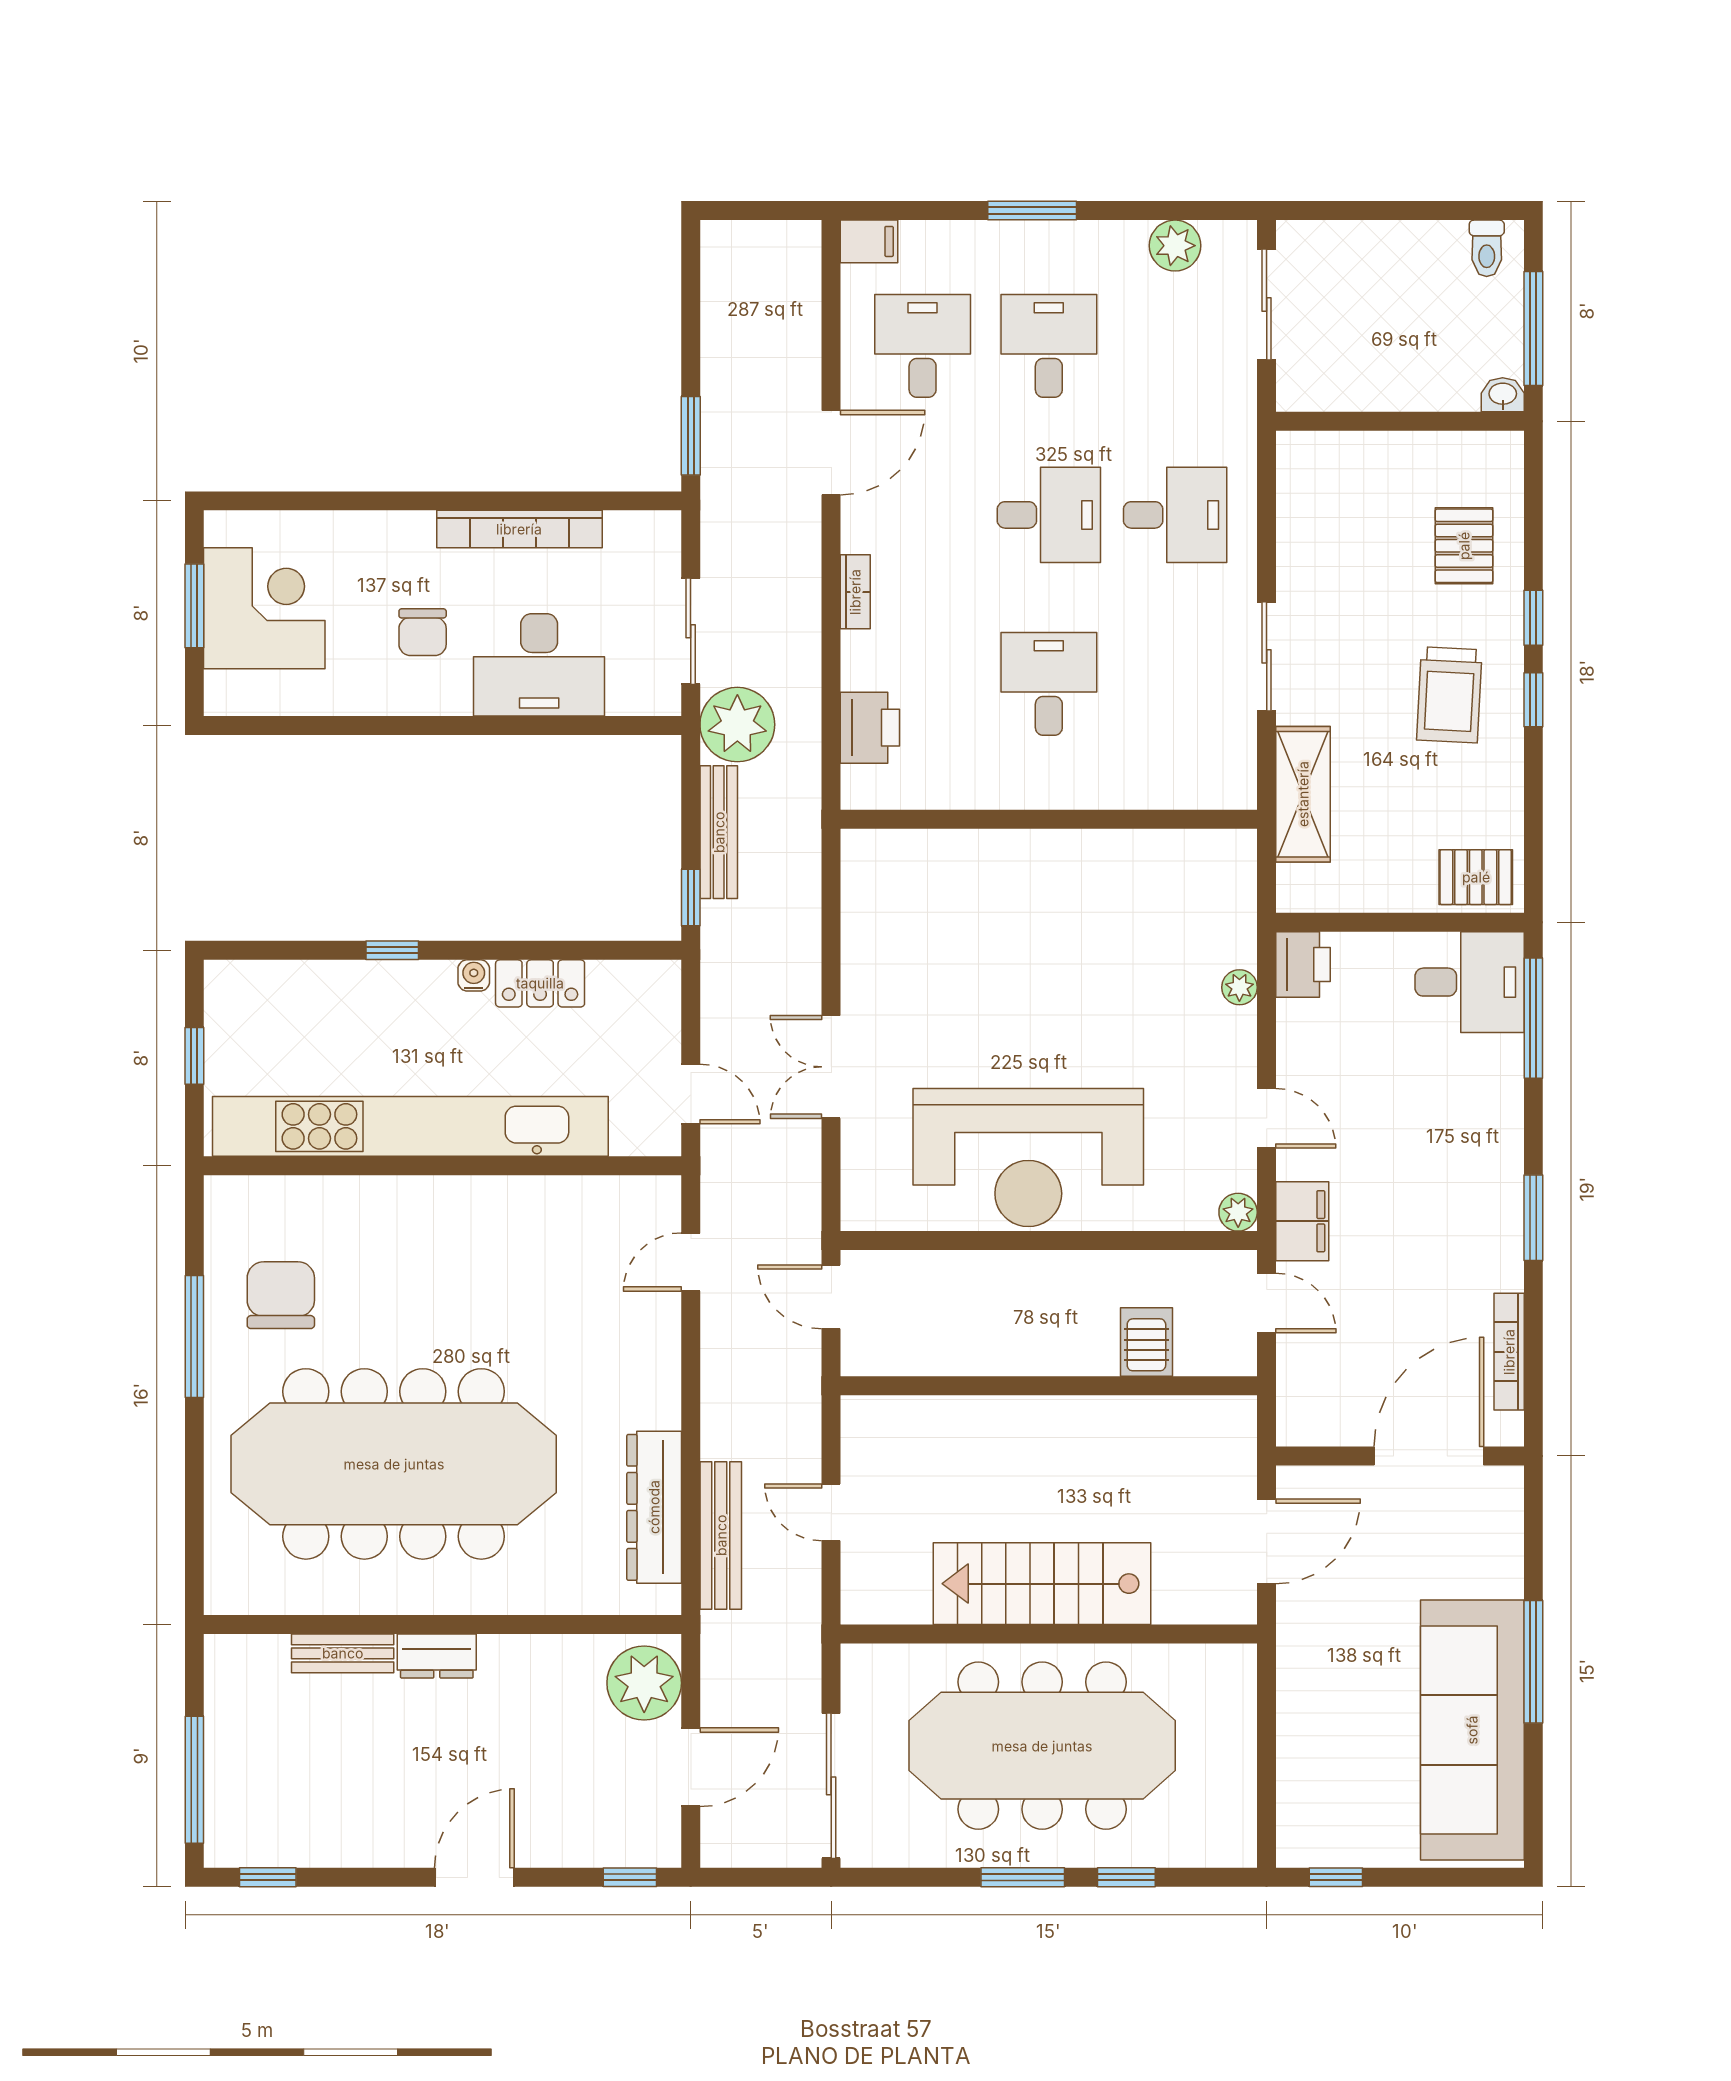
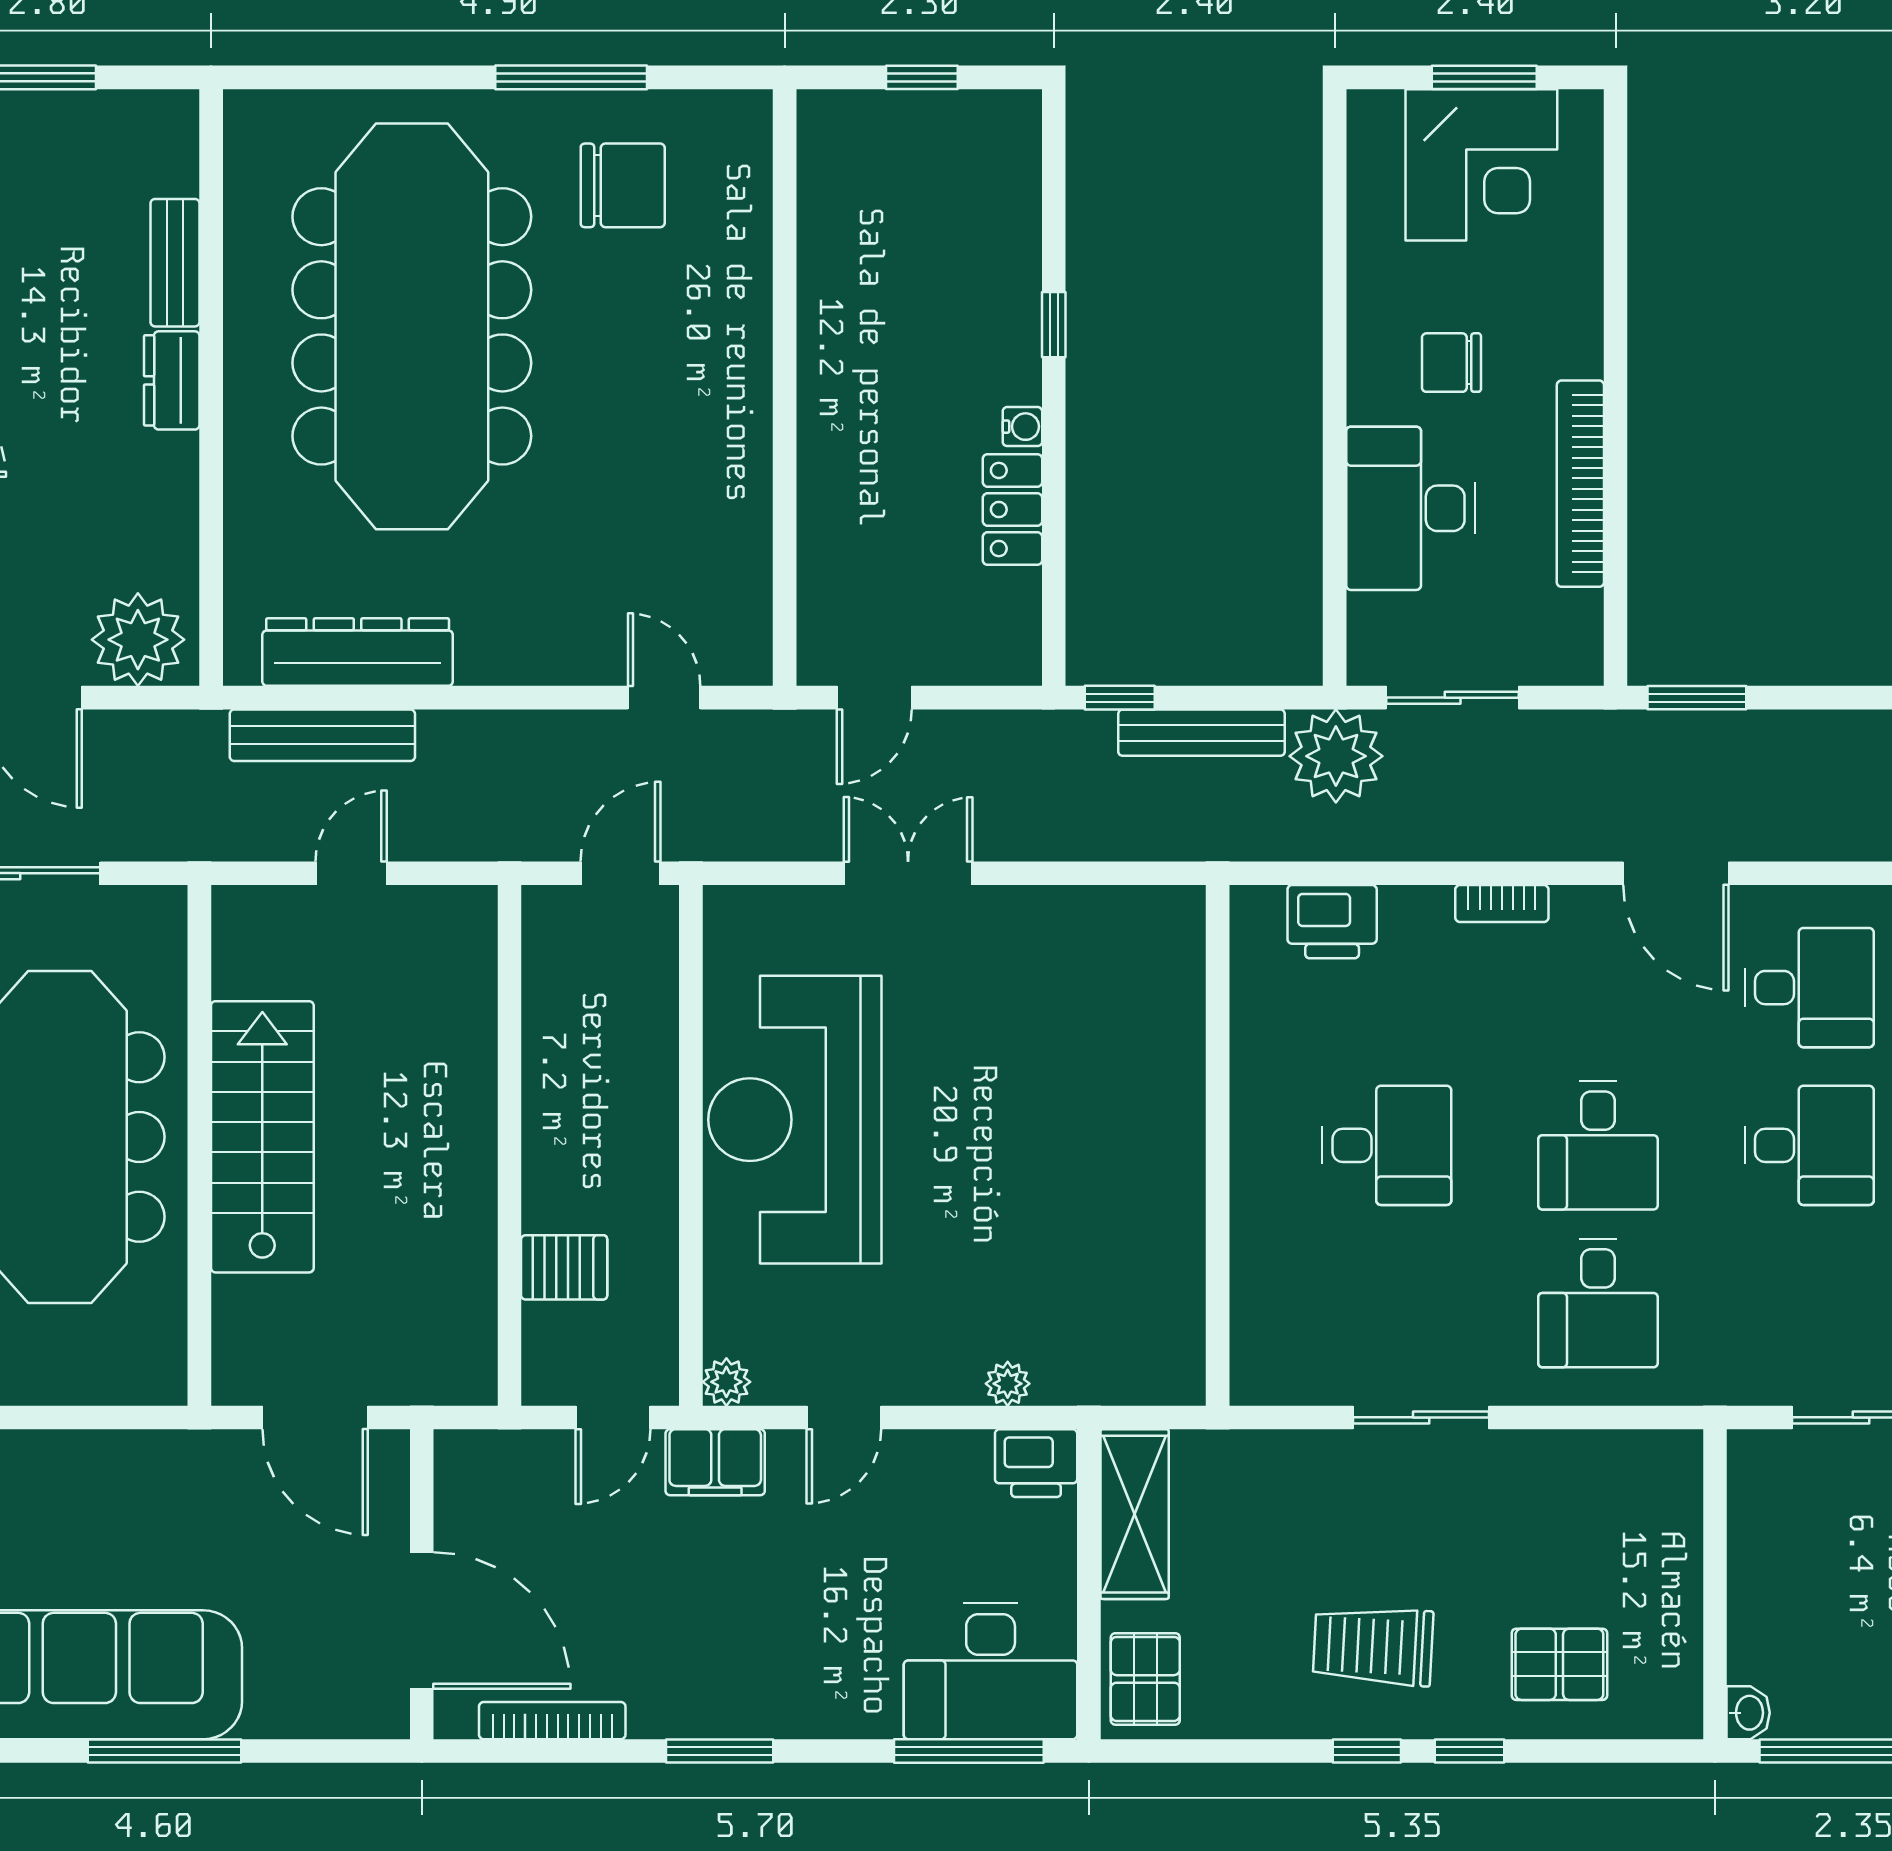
shelving: (1303, 794) -> (1135, 1514), moved, turned 90
desk: (1470, 982) -> (991, 1671), width x1.37
kitchen unit: (410, 1126) -> (834, 347), removed

